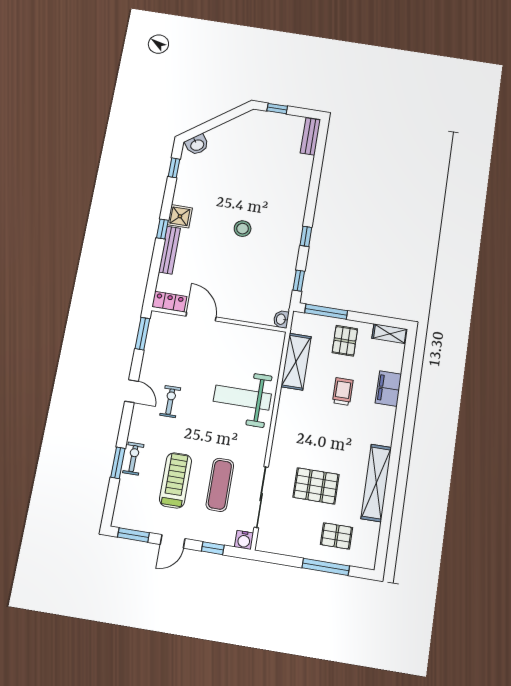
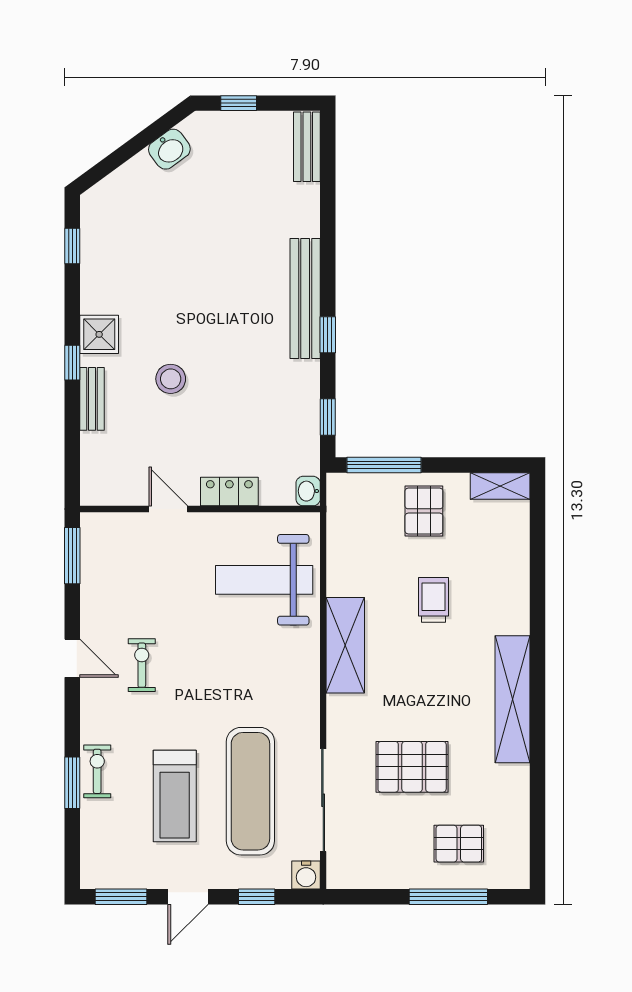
washbasin: (197, 145) -> (169, 149), moved
bench: (297, 215) -> (305, 298), added
stool: (243, 229) -> (171, 379), moved
bench: (170, 250) -> (92, 399), width x0.73
locker: (169, 302) -> (229, 491), moved
door: (201, 317) -> (168, 509), width x0.73
shelving: (296, 362) -> (345, 645), moved
filing cabinet: (388, 389) -> (511, 582), removed
weight bench: (242, 398) -> (264, 580), moved
treadmill: (175, 480) -> (175, 796), turned 180
shelving: (376, 483) -> (513, 699), moved
exercise mat: (220, 485) -> (250, 791), width x1.36, depth x1.45

